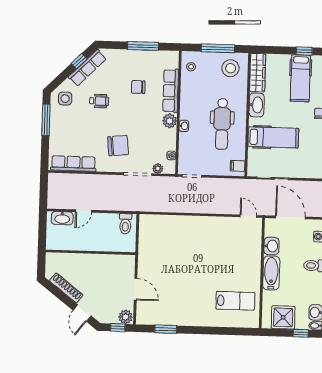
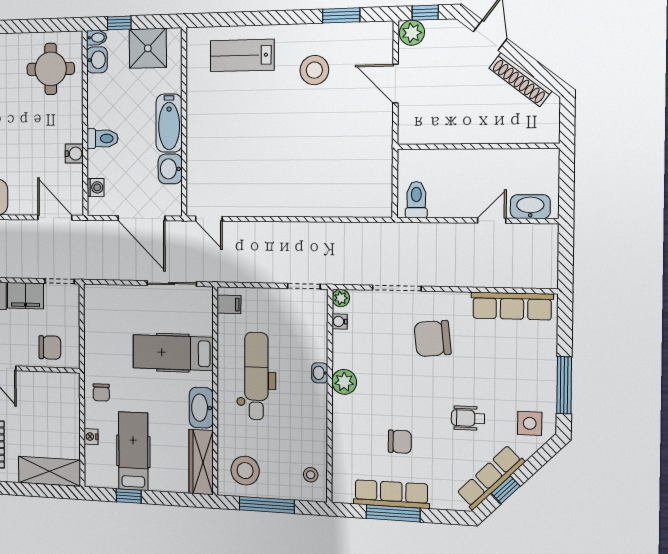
row of seats: (171, 91) -> (391, 494), moved, turned -90
plant: (158, 168) -> (341, 298), moved
stool: (182, 299) -> (314, 70), added
lab bench: (235, 301) -> (242, 55), moved

